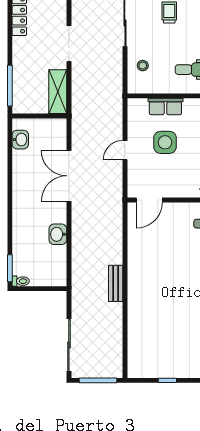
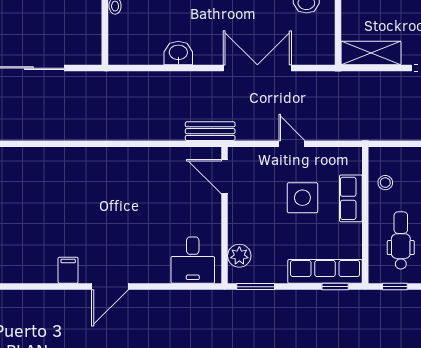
stool: (143, 66) -> (385, 183), moved
bench: (116, 283) -> (210, 131), moved

